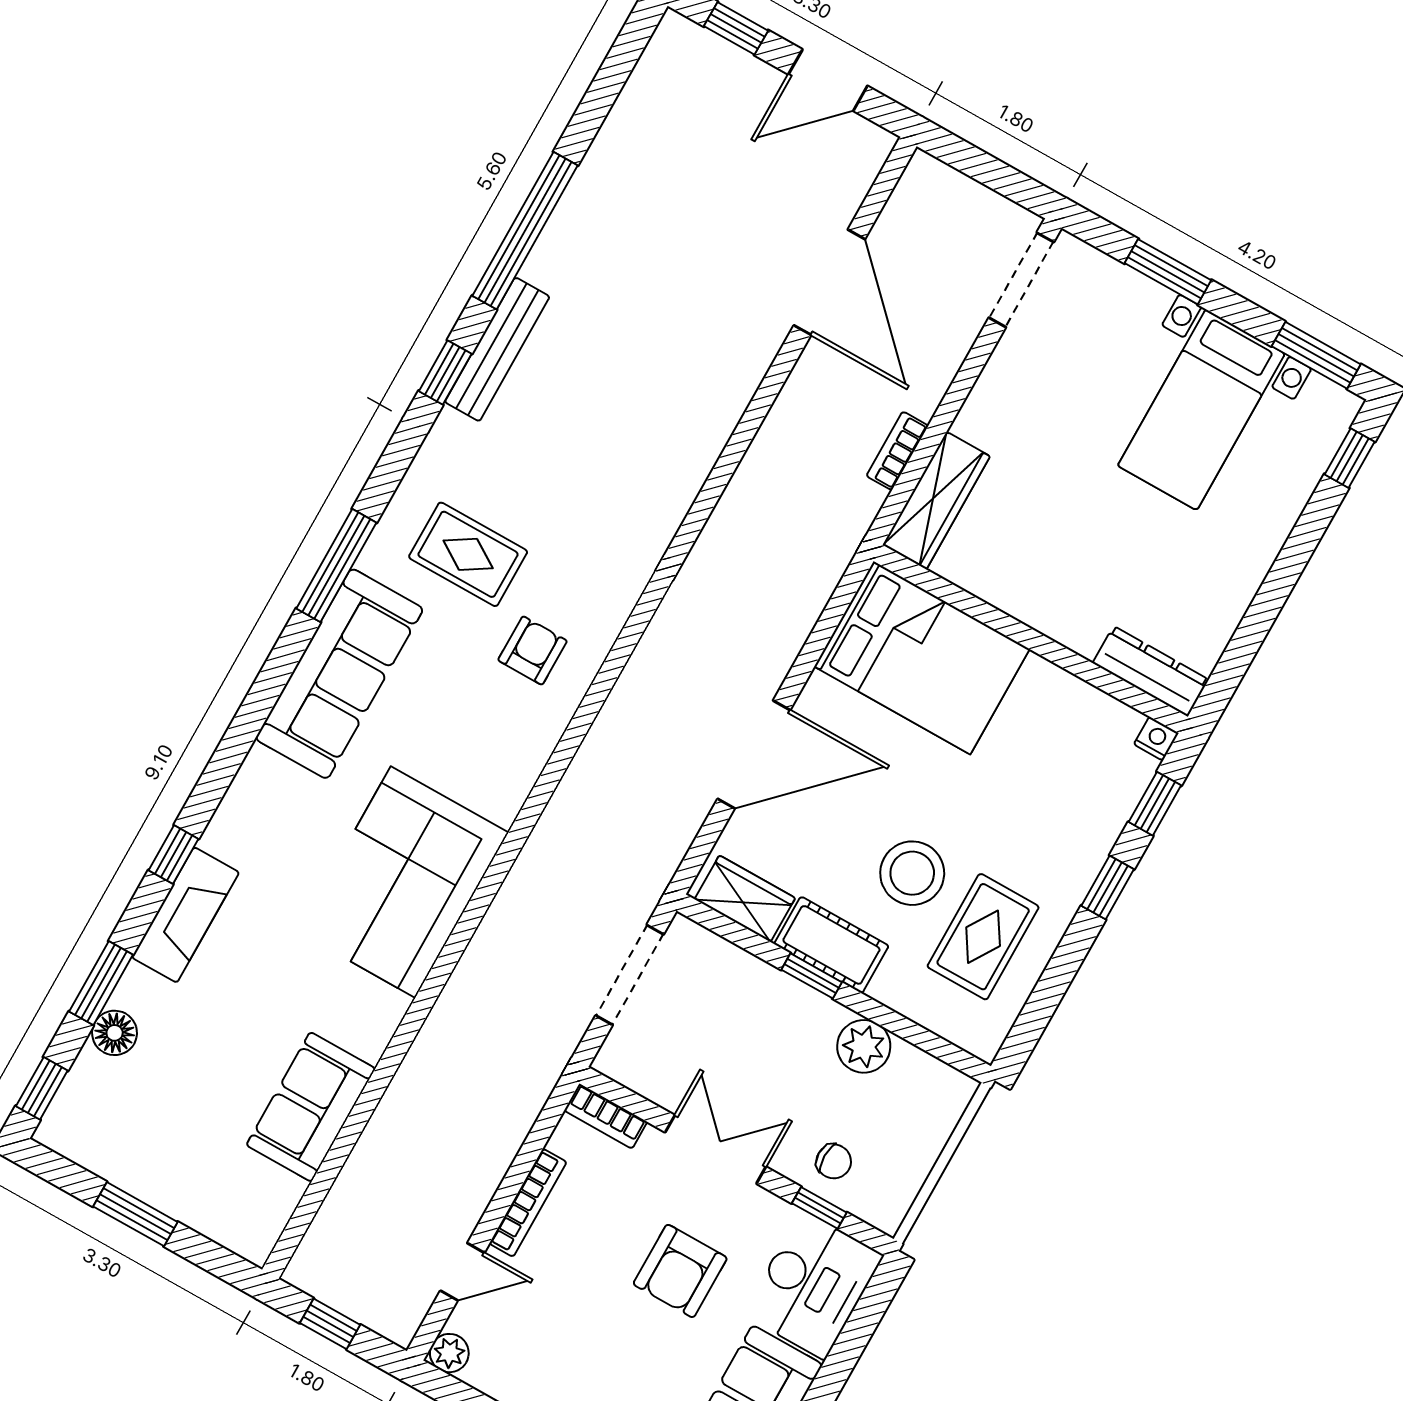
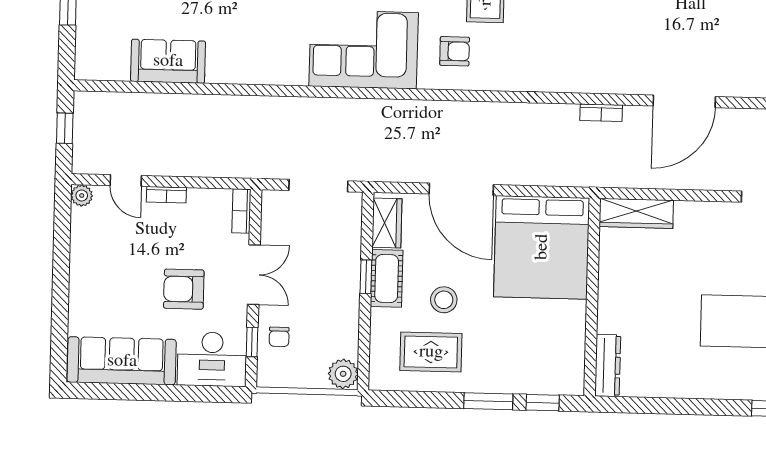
door: (829, 282) -> (684, 101), moved
bookcase: (897, 451) -> (601, 113), moved, turned 180
bed: (922, 658) -> (542, 247), width x1.36
nightstand: (1156, 739) -> (576, 386), removed
stool: (912, 873) -> (444, 300), width x0.73, depth x0.73
corner sofa: (403, 882) -> (364, 49), moved
window: (1108, 888) -> (488, 401), width x1.50
plant: (864, 1046) -> (343, 374), moved
bookcase: (528, 1203) -> (166, 195), width x0.64

